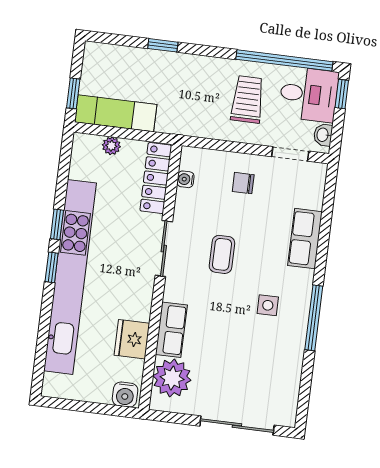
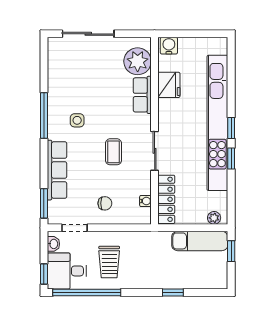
plant: (111, 146) -> (214, 218), moved
window: (329, 194) -> (44, 203), added
row of seats: (305, 239) -> (57, 170), width x1.48

